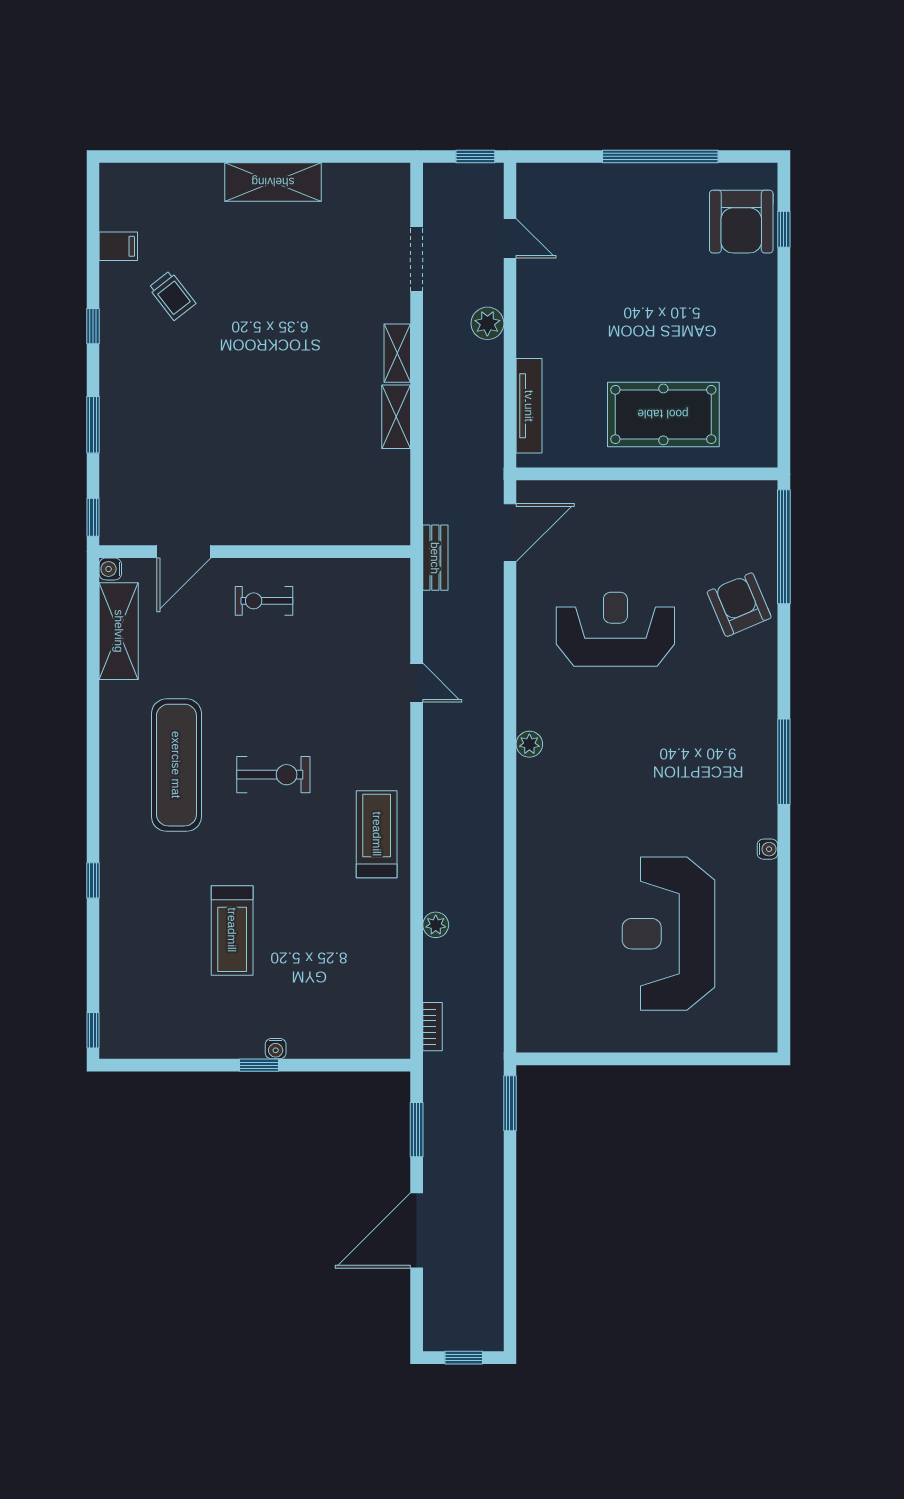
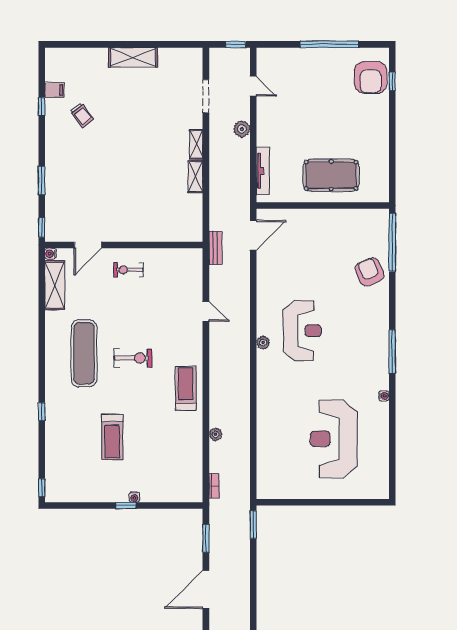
window: (93, 326) -> (42, 107), moved
reception desk: (615, 629) -> (302, 331), moved, turned 90

